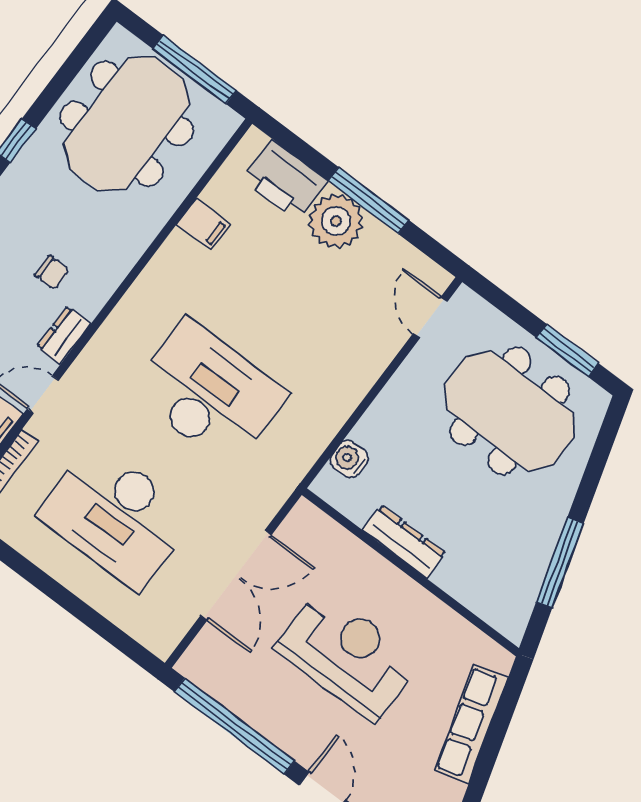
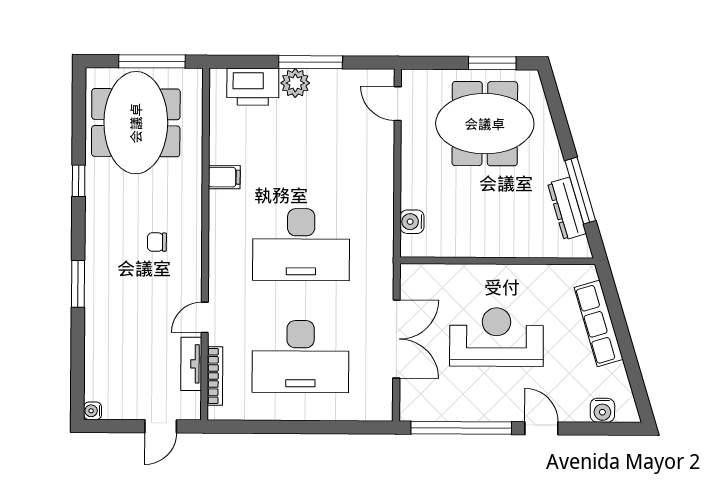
plant: (336, 221) -> (295, 83), width x0.73, depth x0.73
filing cabinet: (203, 224) -> (224, 177), moved
chair: (52, 272) -> (157, 242), turned 180
dresser: (64, 335) -> (191, 274), removed
desk: (208, 393) -> (301, 245), turned 180
dresser: (404, 542) -> (567, 209), moved, turned -107

